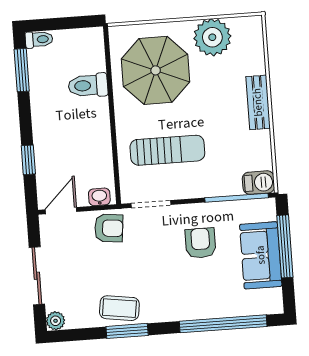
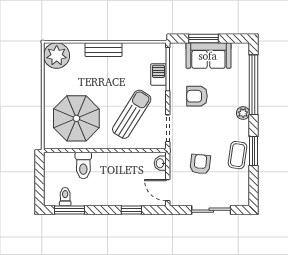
plant: (212, 37) -> (57, 56), moved
toilet: (39, 39) -> (65, 197), moved
sun lounger: (167, 150) -> (132, 114), turned 32
barbecue: (259, 183) -> (158, 75), moved
armchair: (109, 228) -> (200, 164), moved
window: (285, 246) -> (204, 39), width x0.69
plant: (56, 321) -> (243, 113), moved

